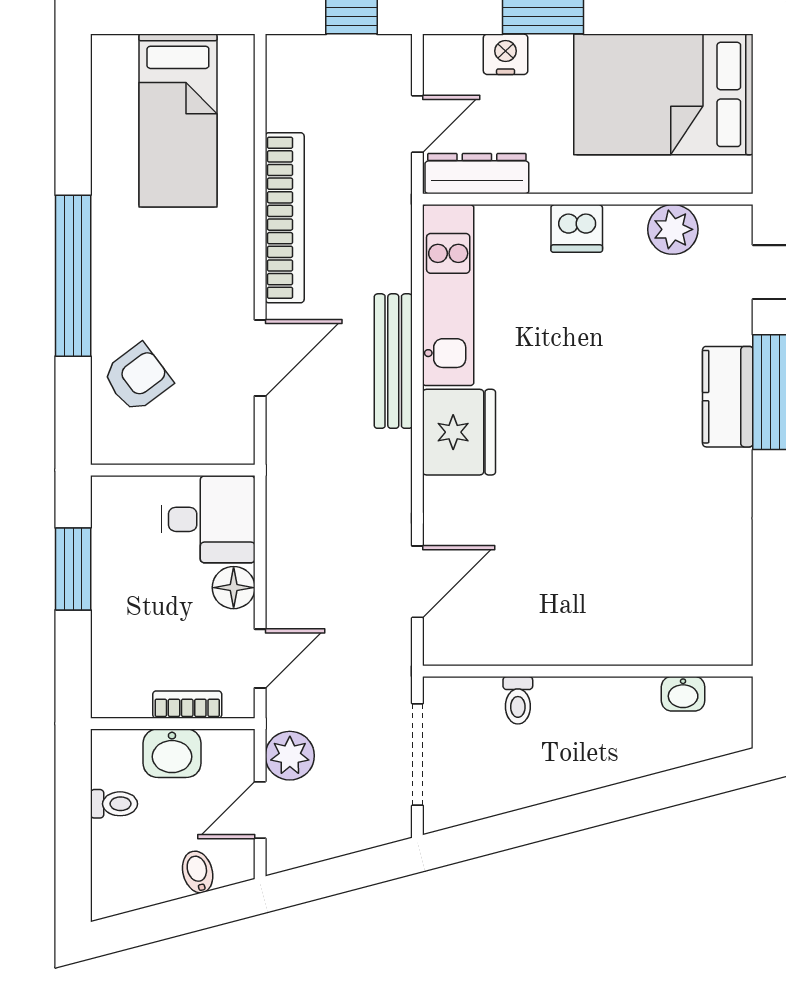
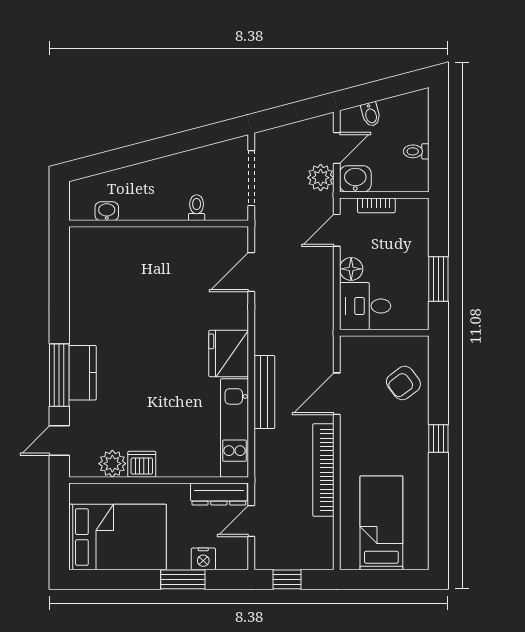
dishwasher: (577, 228) -> (142, 464), moved
window: (73, 276) -> (438, 438), width x0.32
washbasin: (172, 753) -> (355, 179), moved

